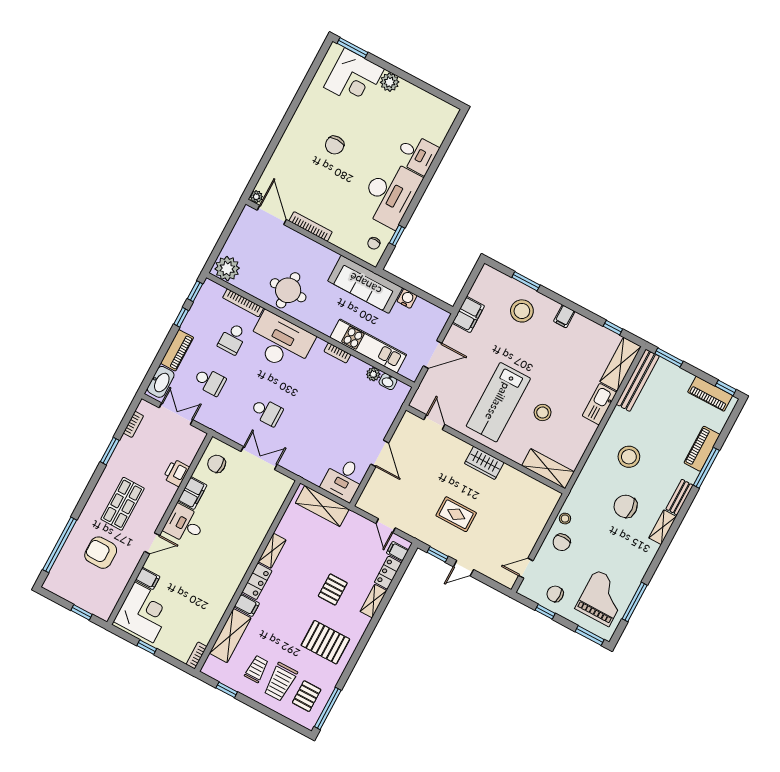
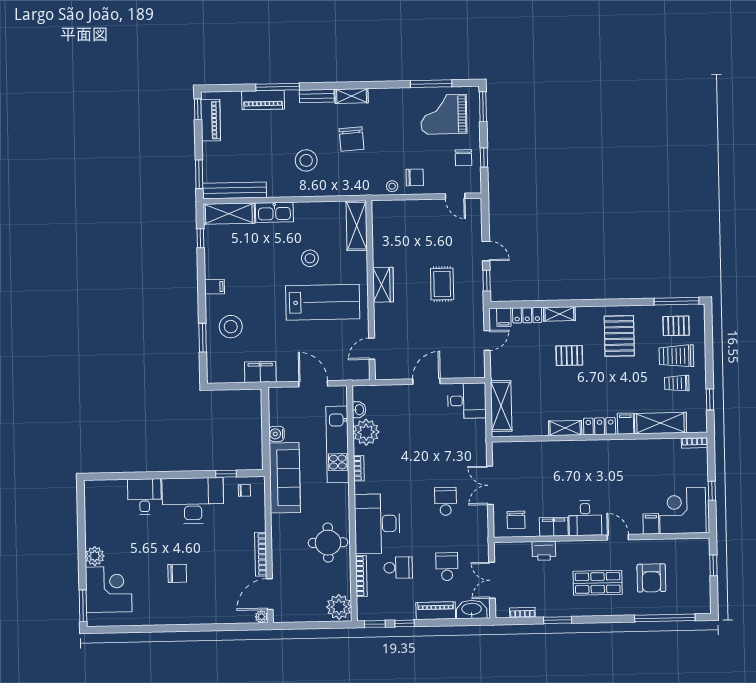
plant: (373, 374) -> (366, 432), width x1.88, depth x1.88
trolley: (280, 682) -> (676, 356), turned 180

